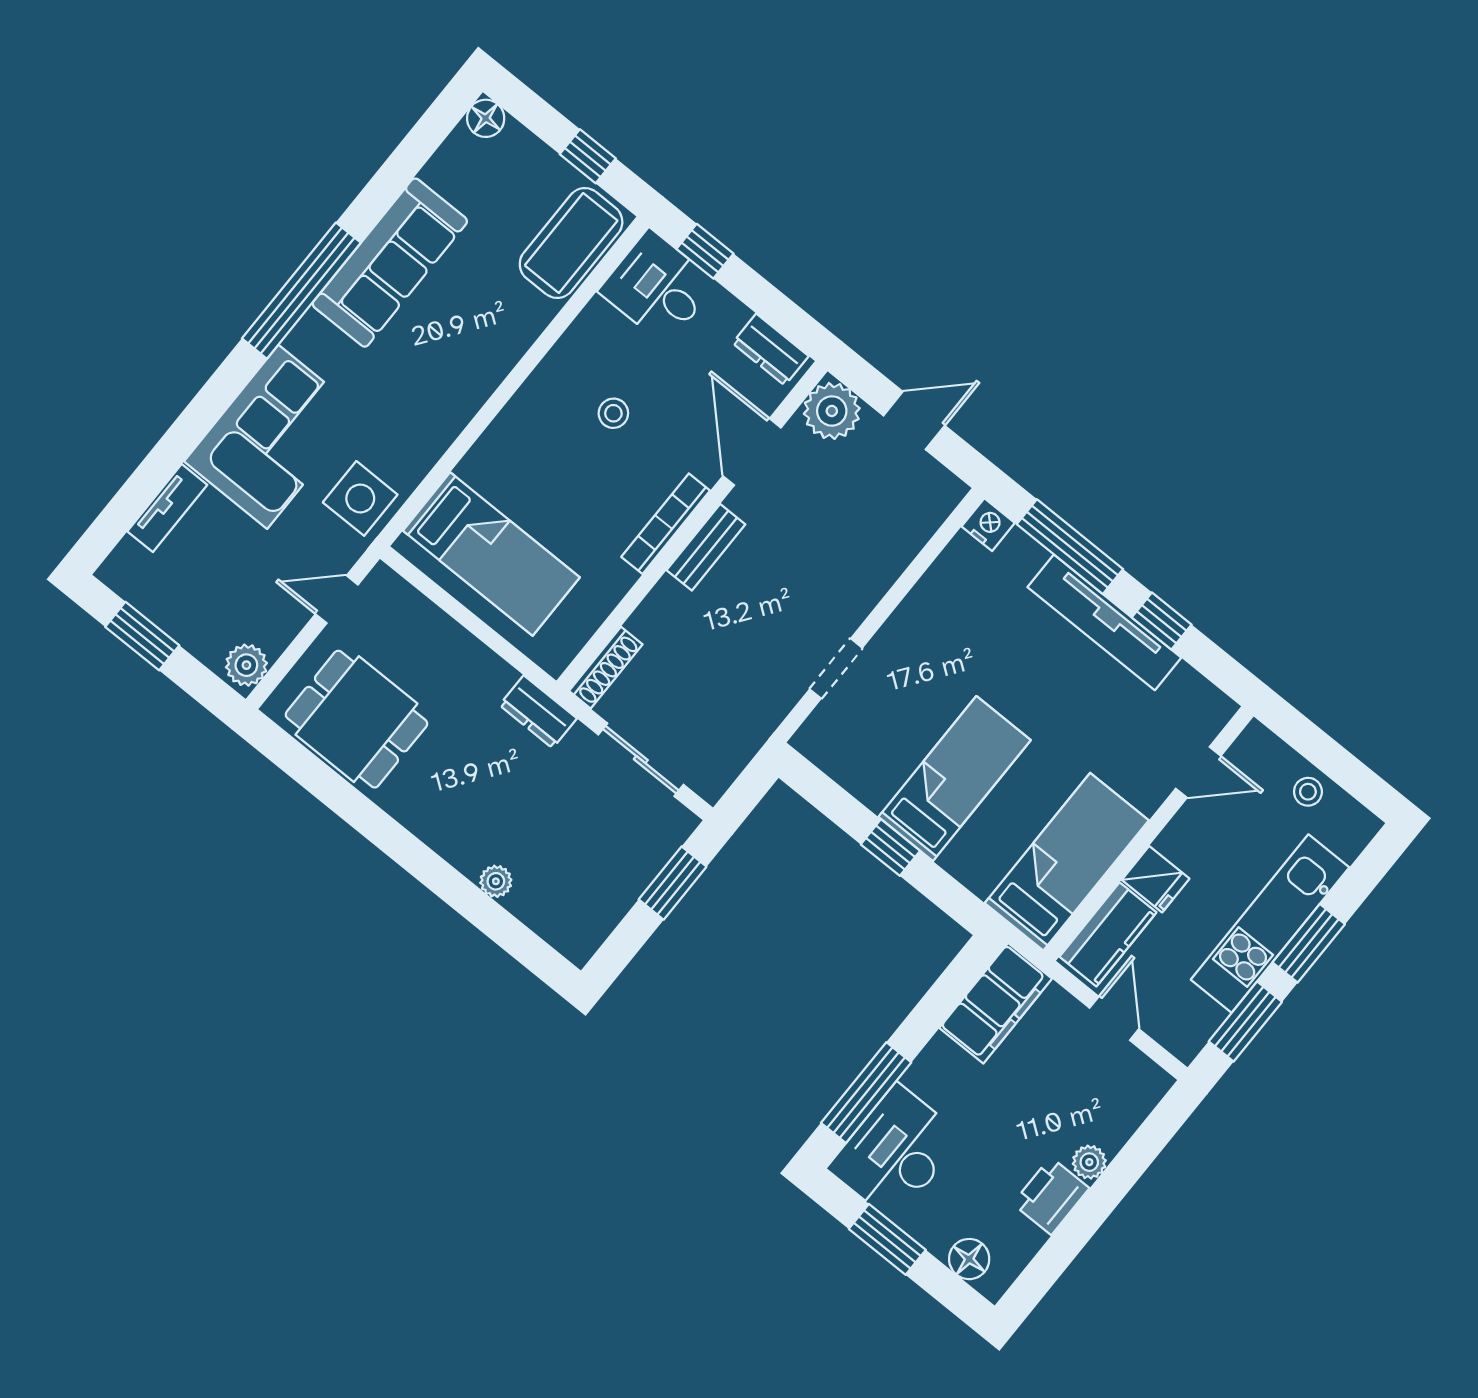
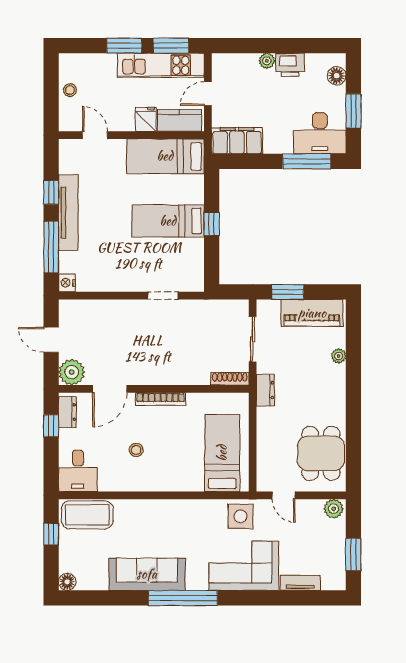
window: (705, 251) -> (51, 426), moved
bench: (706, 547) -> (157, 378), removed
piano: (605, 895) -> (312, 313), added
kitchen unit: (1270, 924) -> (161, 65), moved

